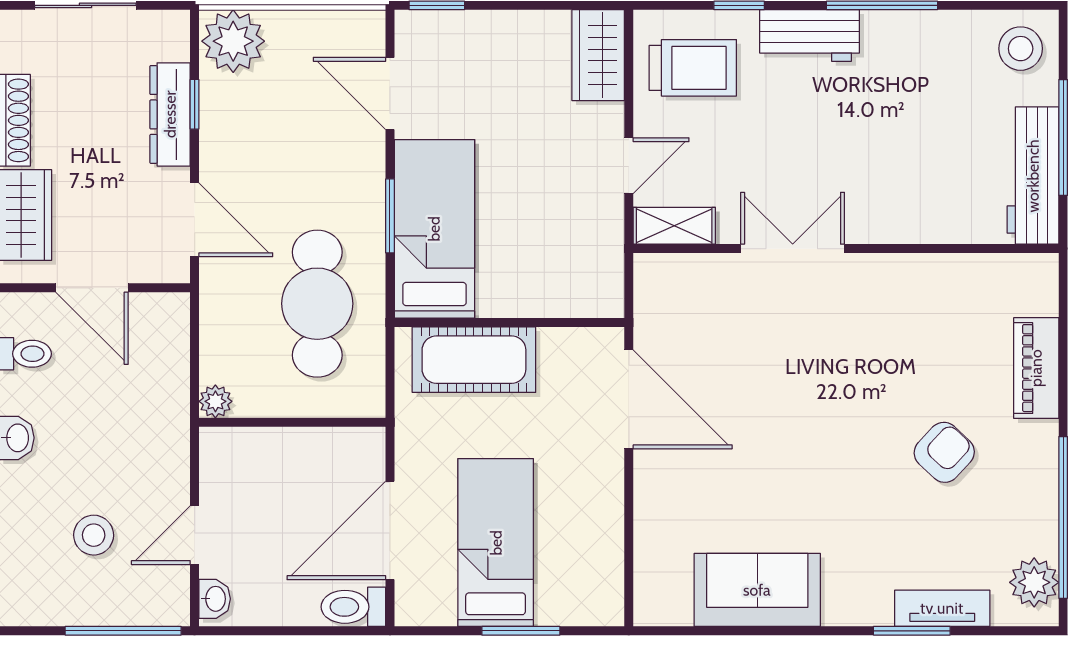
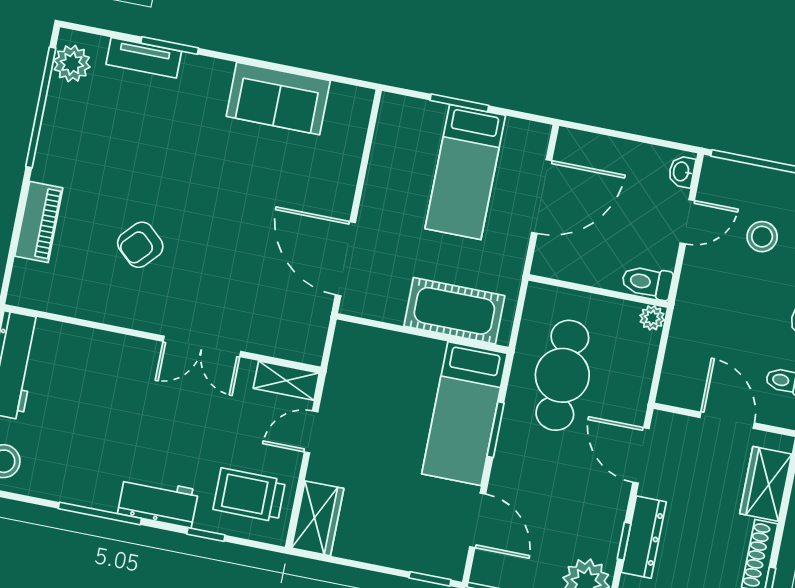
armchair: (944, 452) -> (140, 245), moved
toilet: (353, 607) -> (647, 282), moved, turned 180

